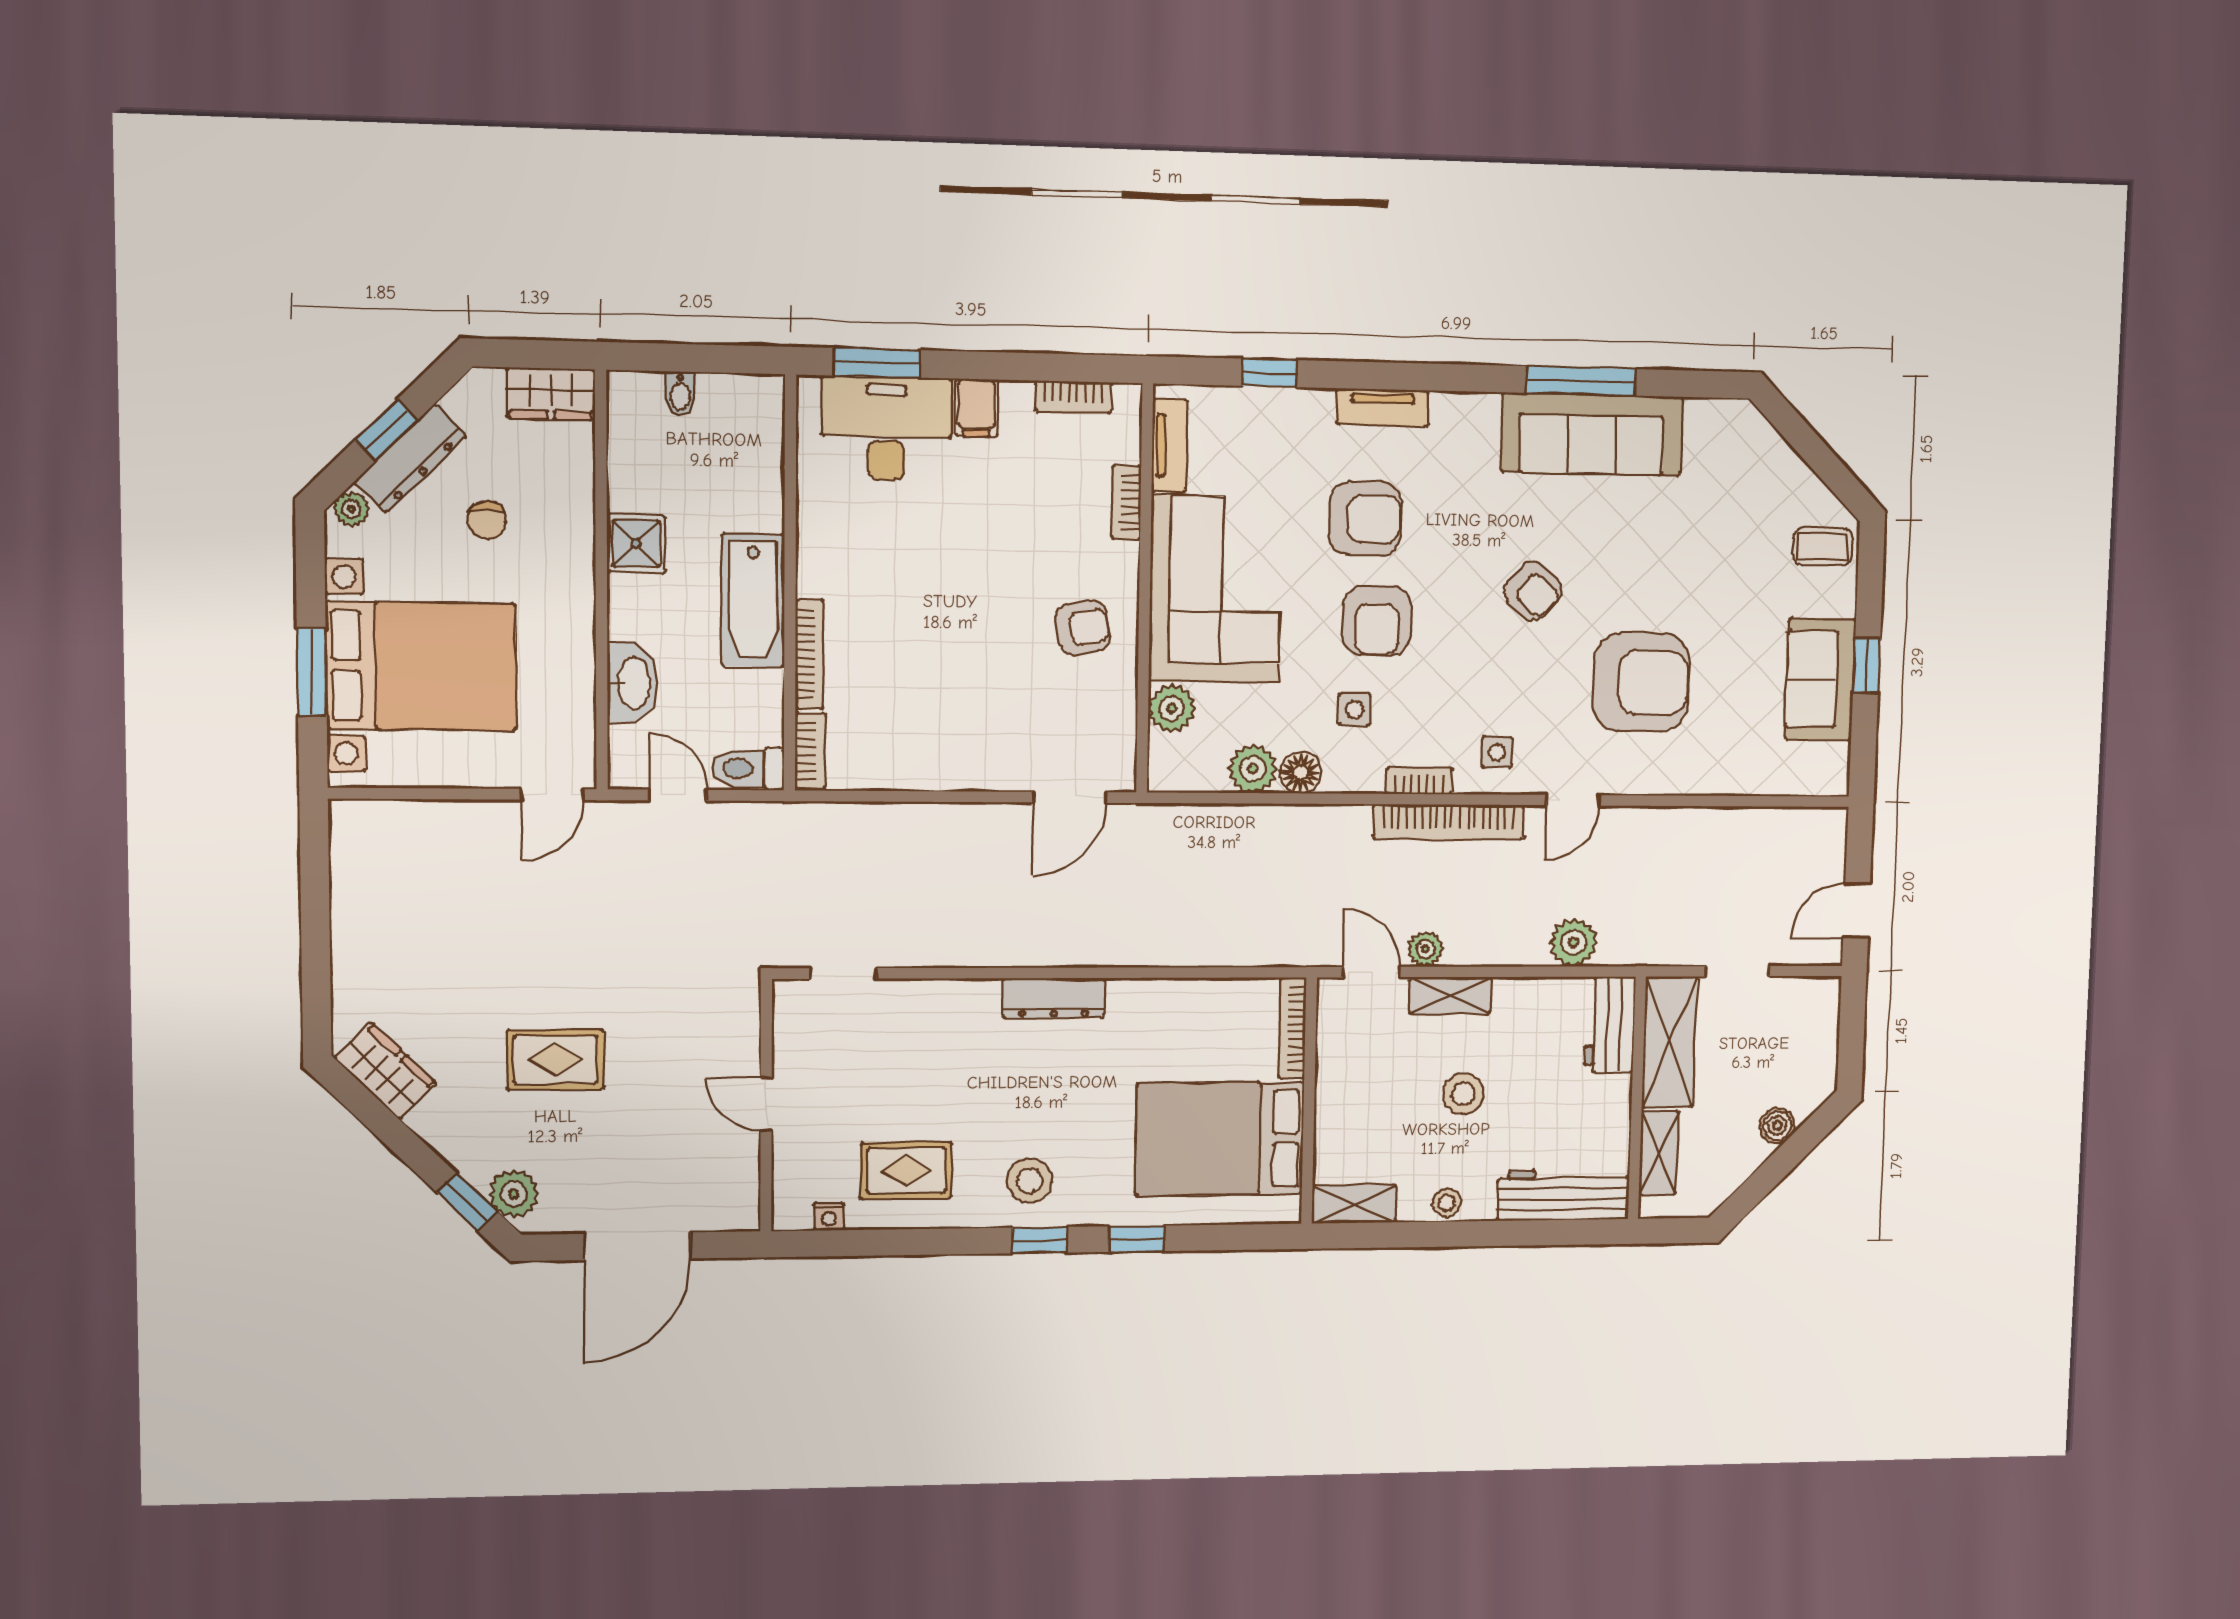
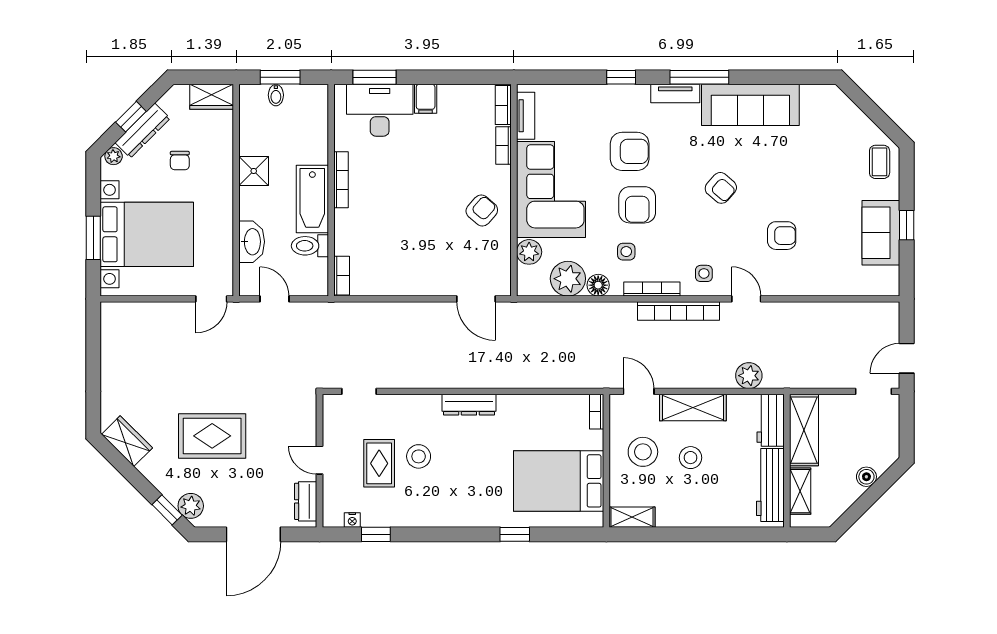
window: (689, 358) -> (280, 77), added
window: (1270, 373) -> (621, 77), moved
window: (1581, 381) -> (699, 77), moved
bookcase: (1073, 397) -> (503, 105), moved, turned 90
tv unit: (1383, 407) -> (675, 94), moved
coffee table: (1823, 547) -> (880, 162), turned 90
armchair: (1083, 628) -> (482, 211), turned -39
bookcase: (809, 654) -> (341, 180), moved
armchair: (1641, 682) -> (782, 236), width x0.53, depth x0.53
toilet: (748, 768) -> (310, 246), moved
plant: (1253, 769) -> (568, 279), width x1.36, depth x1.36
bookcase: (1419, 781) -> (652, 289), width x1.56
door: (1070, 797) -> (476, 299), hinge flipped
door: (1573, 800) -> (746, 299), swing flipped
plant: (1426, 949) -> (668, 379), removed
doorway: (1737, 971) -> (873, 391), moved
shelving: (1450, 996) -> (693, 408), width x1.50, depth x1.33
bookcase: (1293, 1028) -> (597, 412), width x0.64
rug: (555, 1060) -> (212, 436), width x1.36, depth x1.43
rug: (906, 1170) -> (379, 463), moved, turned 90
stool: (1030, 1181) -> (419, 456), moved
dresser: (739, 1182) -> (306, 501), added
workbench: (1563, 1195) -> (770, 485), moved, turned -90
stool: (1447, 1203) -> (643, 452), moved, width x1.89, depth x1.89
window: (1040, 1240) -> (376, 534), moved

